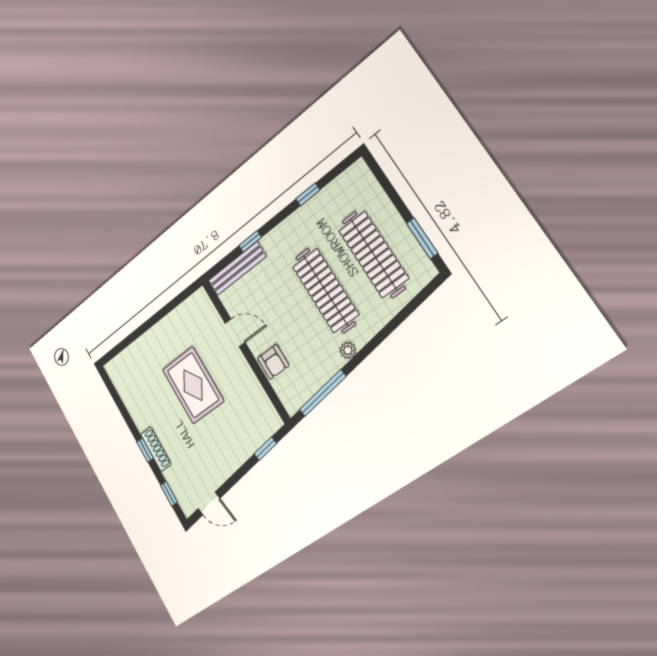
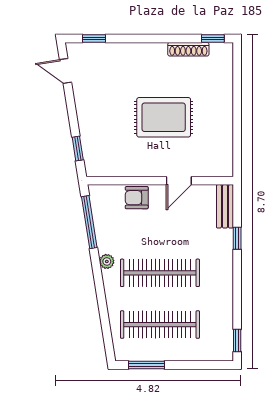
window: (308, 194) -> (237, 341), moved
bench: (237, 269) -> (225, 206), width x0.73
shoe rack: (156, 449) -> (188, 49), moved
window: (145, 450) -> (213, 38), moved
door: (209, 504) -> (65, 71), hinge flipped

